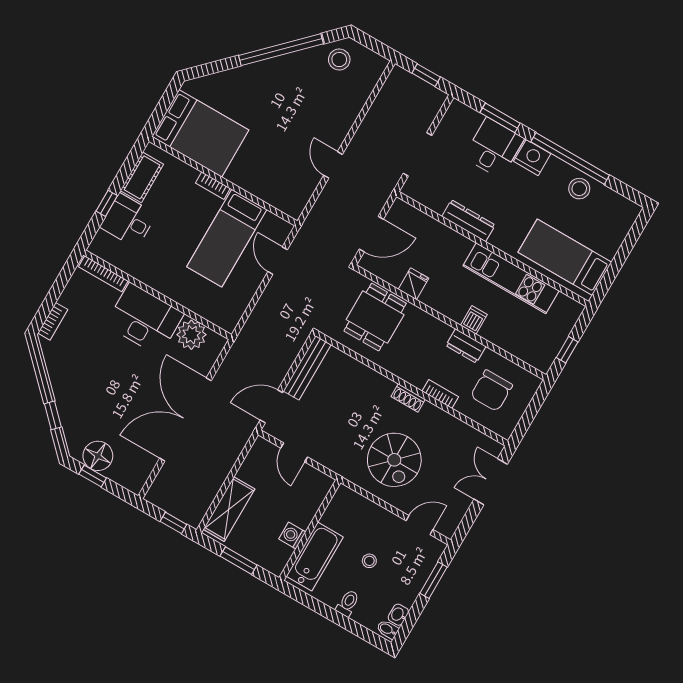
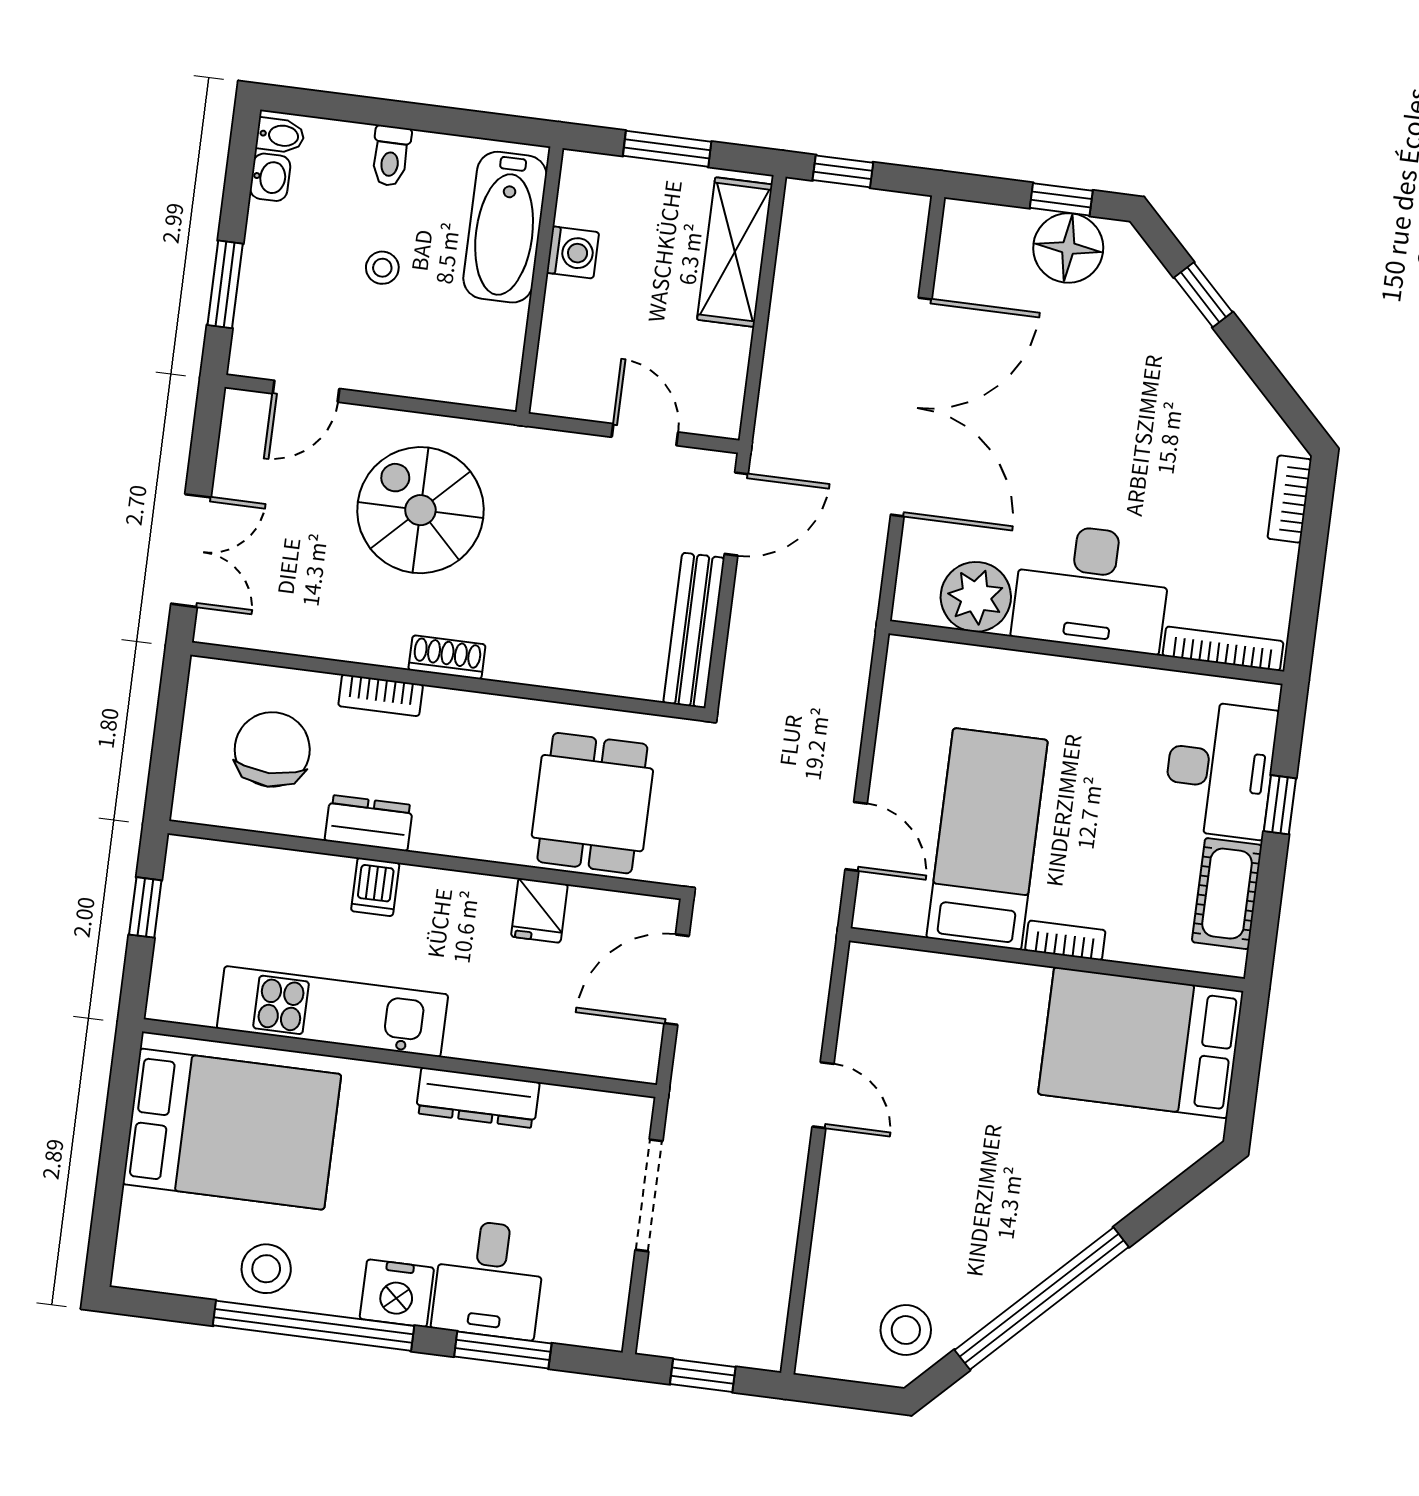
desk: (128, 221) -> (1220, 769), width x1.37
bed: (565, 257) -> (232, 1129), width x1.50

